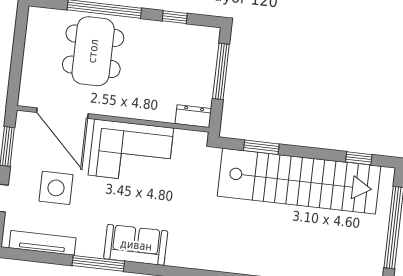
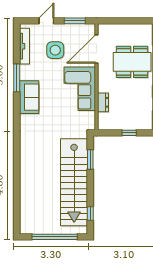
window: (221, 71) -> (129, 133), width x0.46
dresser: (193, 116) -> (103, 102), moved

